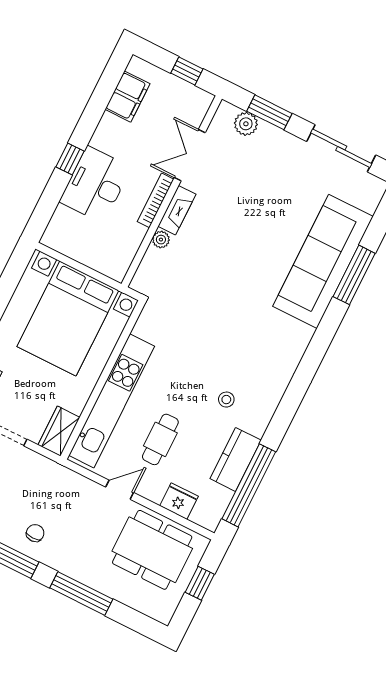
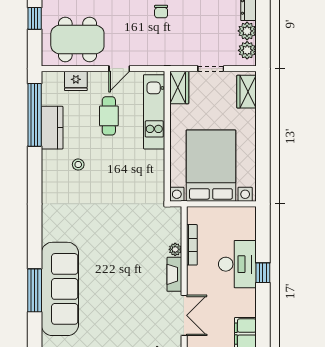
bookcase: (156, 200) -> (192, 245), moved
kitchen unit: (112, 401) -> (154, 112), width x0.73
window: (200, 583) -> (35, 18), moved

